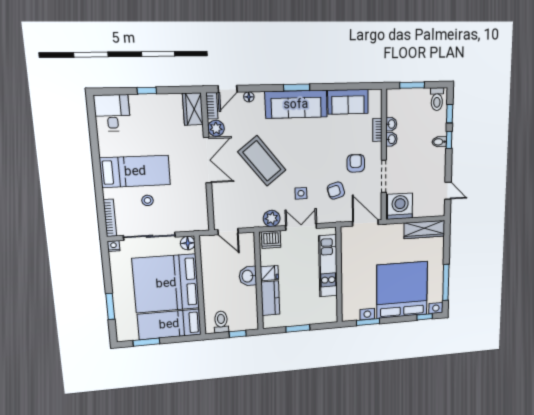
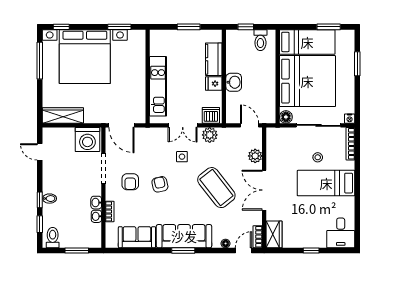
plant: (216, 128) -> (255, 156), moved
armchair: (336, 191) -> (160, 184), moved, turned -87

